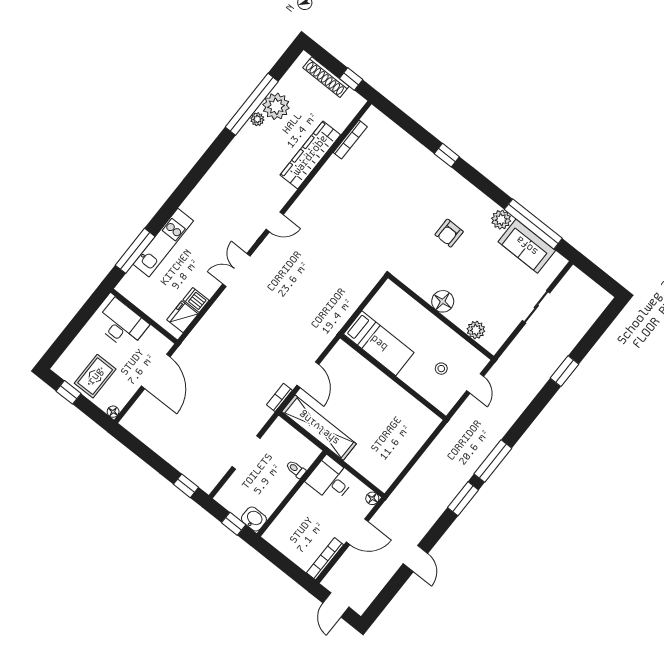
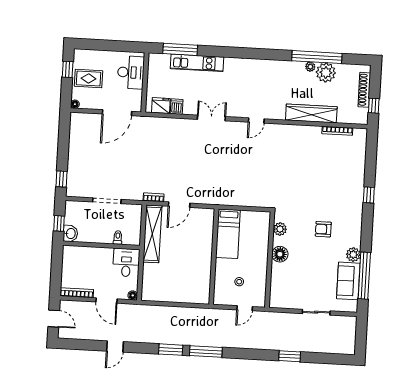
door: (275, 222) -> (256, 120), hinge flipped
plant: (476, 330) -> (280, 229), moved
door: (336, 605) -> (54, 319), swing flipped

